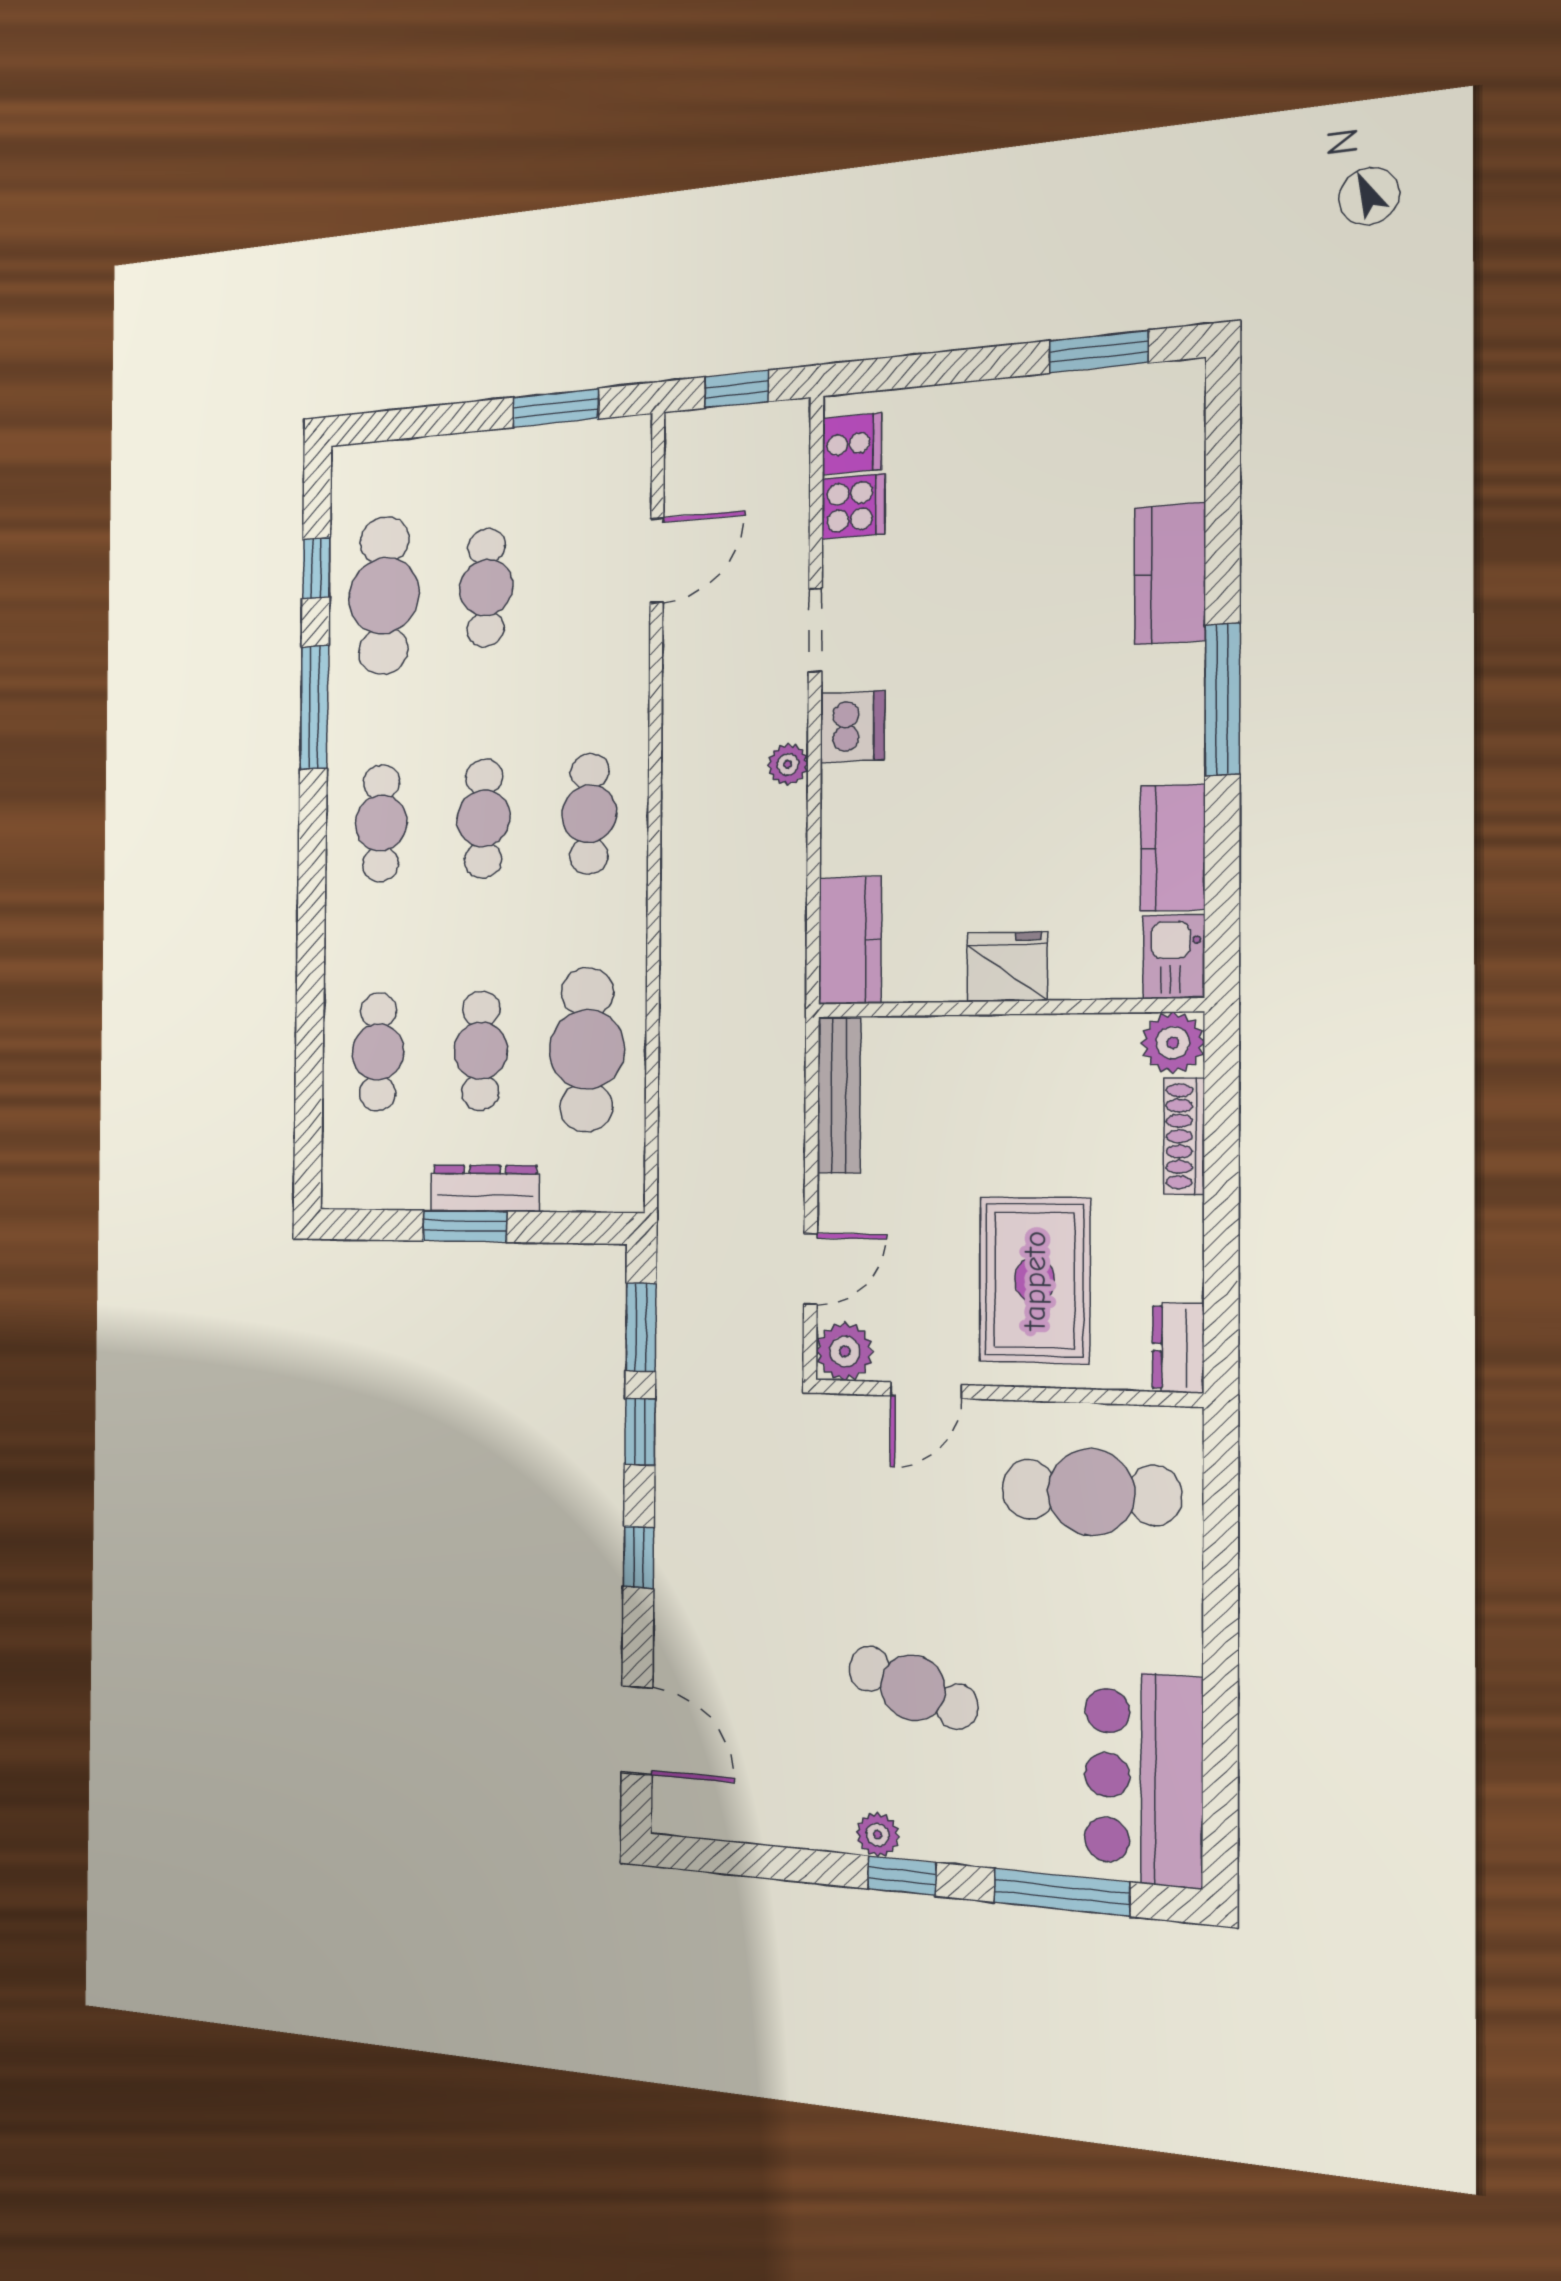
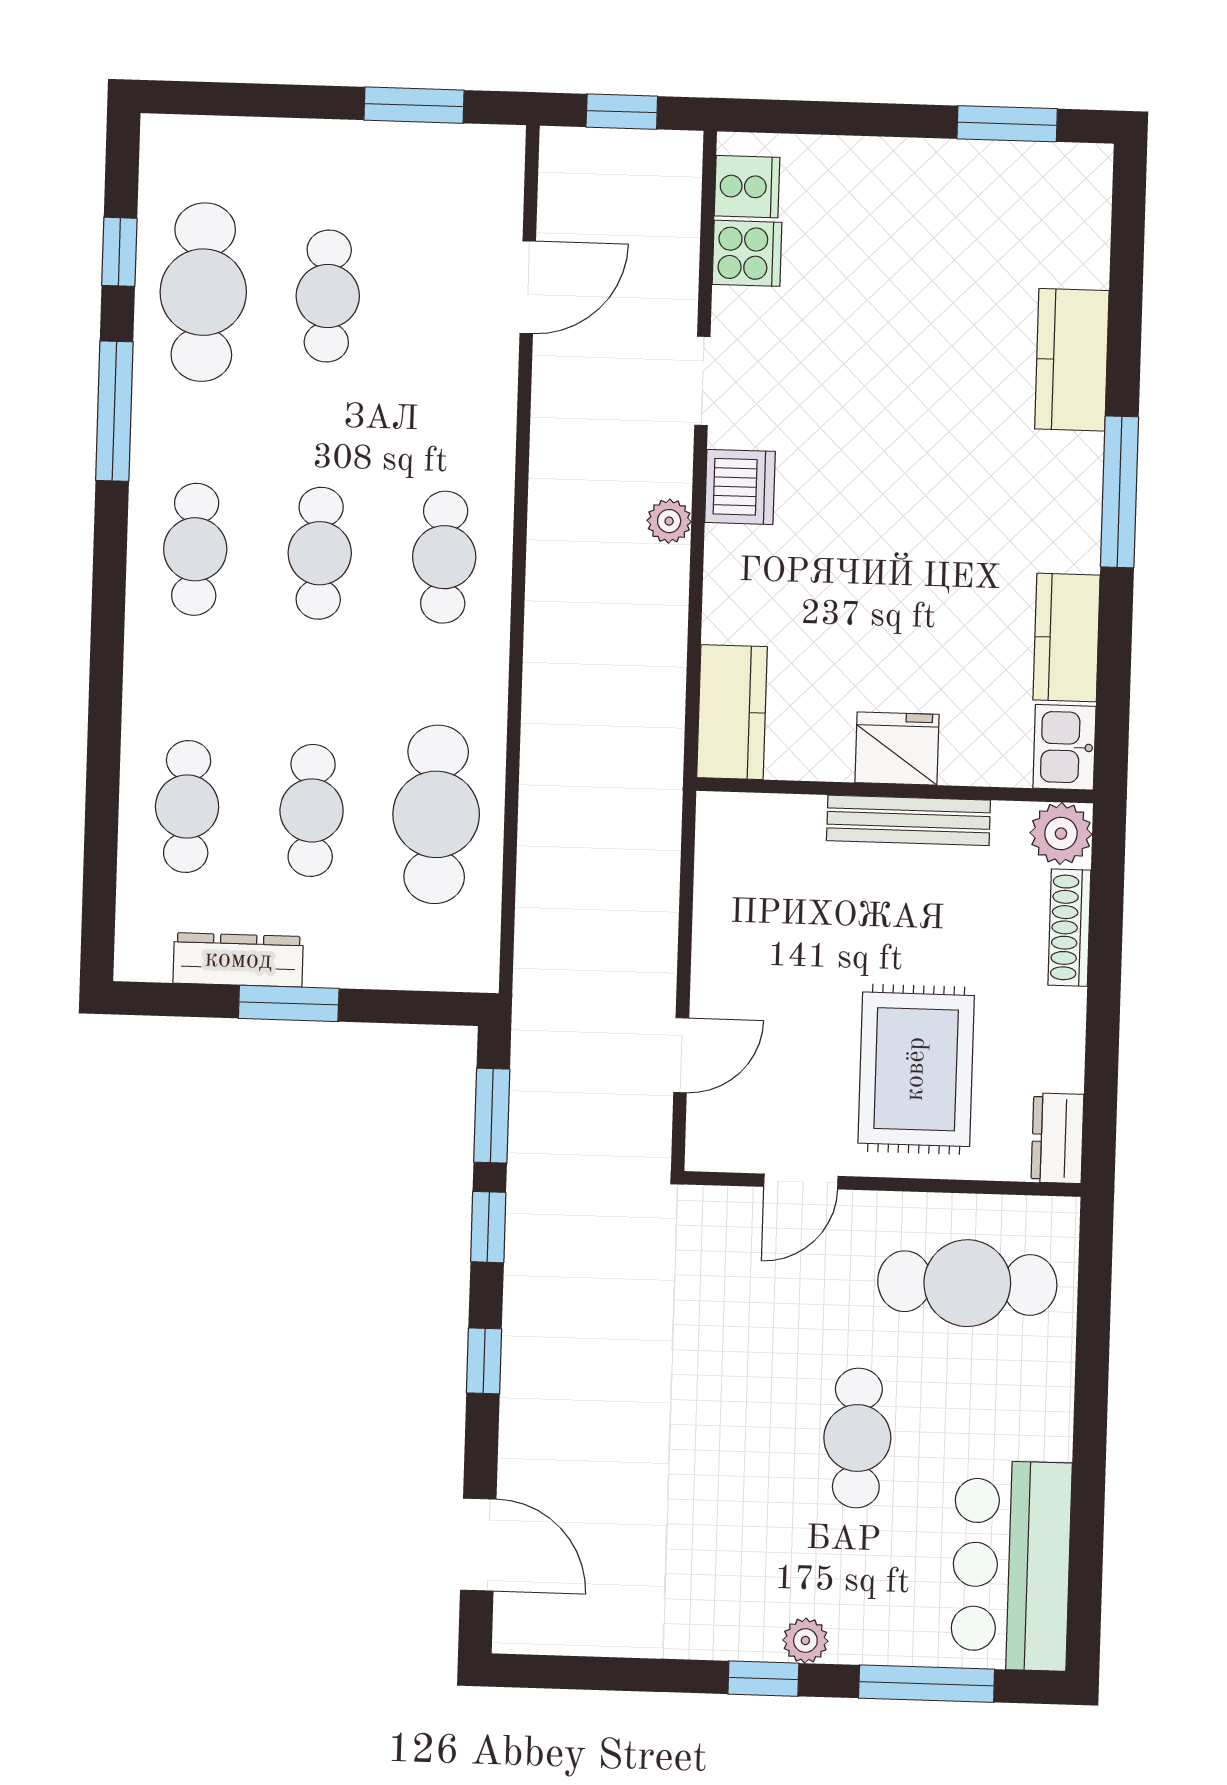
bench: (839, 1096) -> (908, 820), moved, turned 90
dresser: (485, 1188) -> (238, 960), moved
plant: (845, 1351) -> (716, 1141), removed
cafe table: (913, 1688) -> (857, 1438), moved, turned 71
plant: (878, 1835) -> (805, 1640), moved

